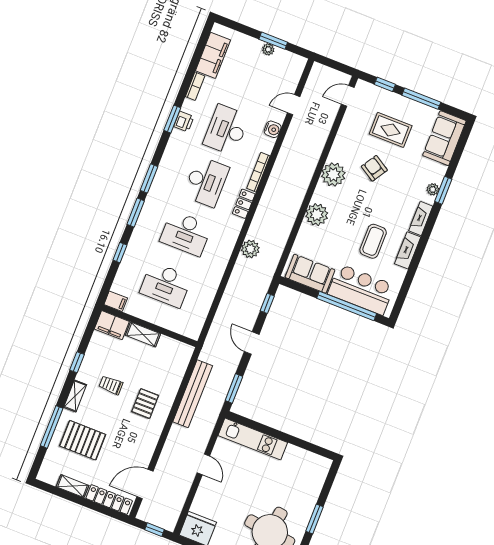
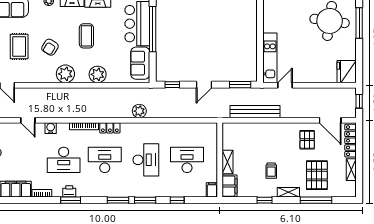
coffee table: (373, 241) -> (86, 36), moved, turned 90
desk: (166, 285) -> (187, 160), turned -90
pallet: (145, 404) -> (307, 140), moved, turned 90
door: (203, 464) -> (285, 85), moved

